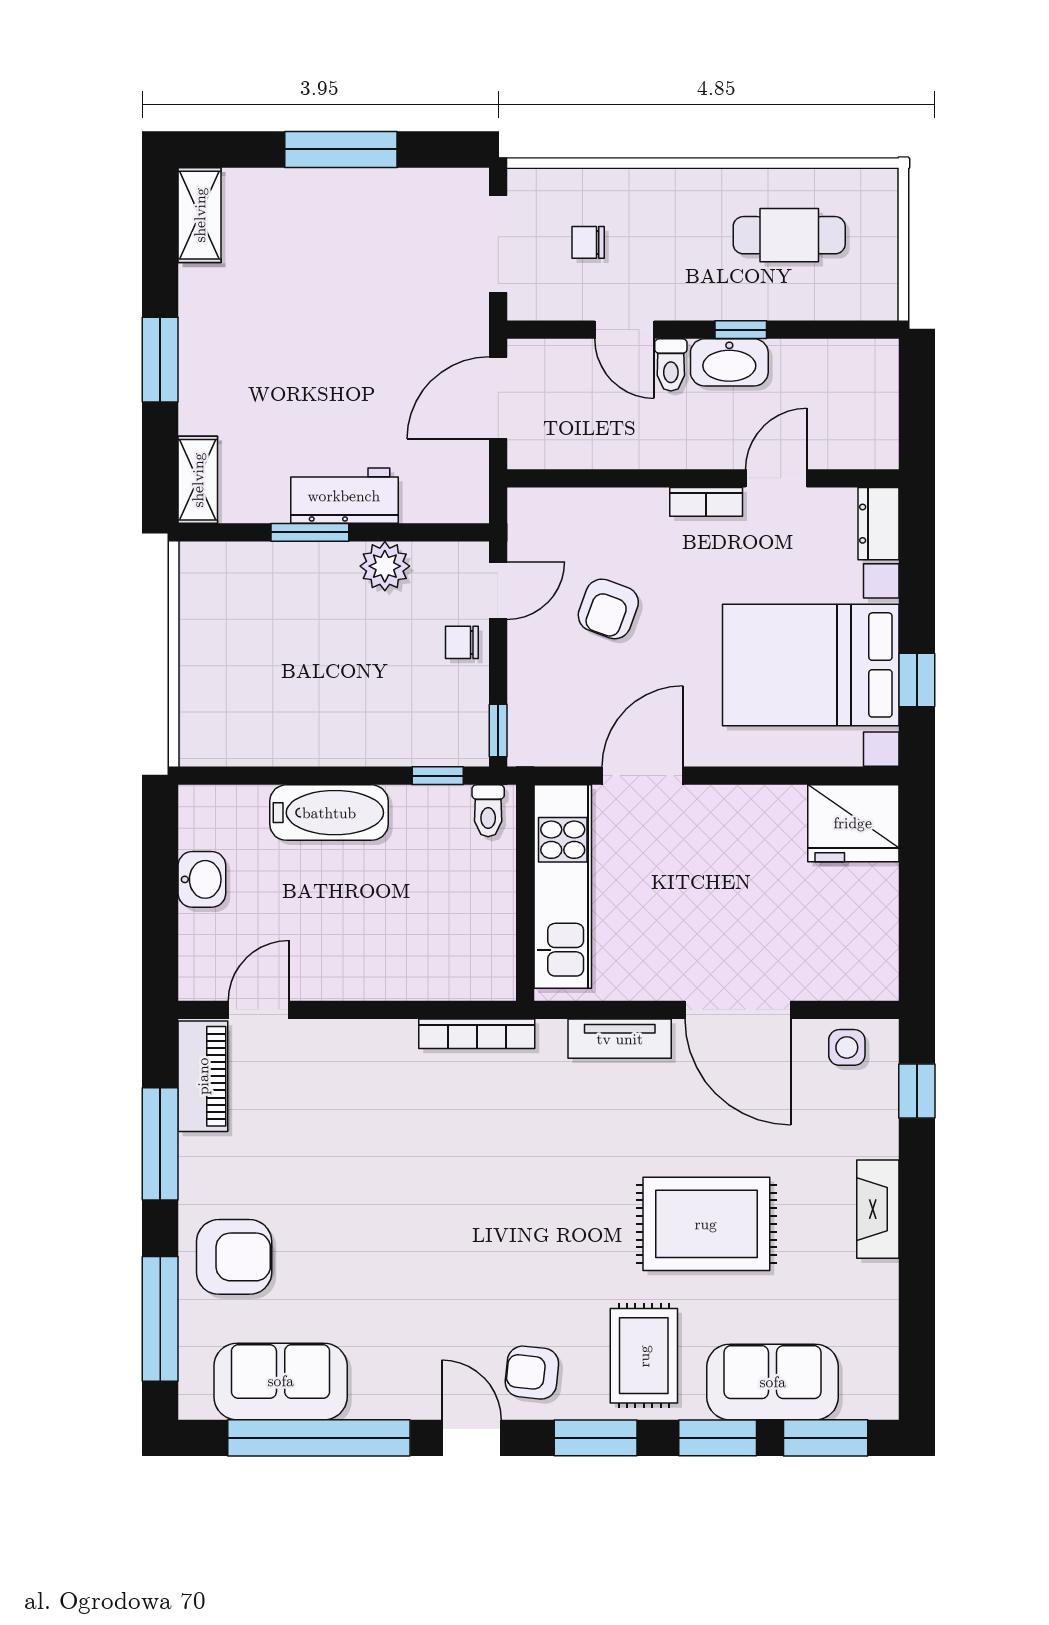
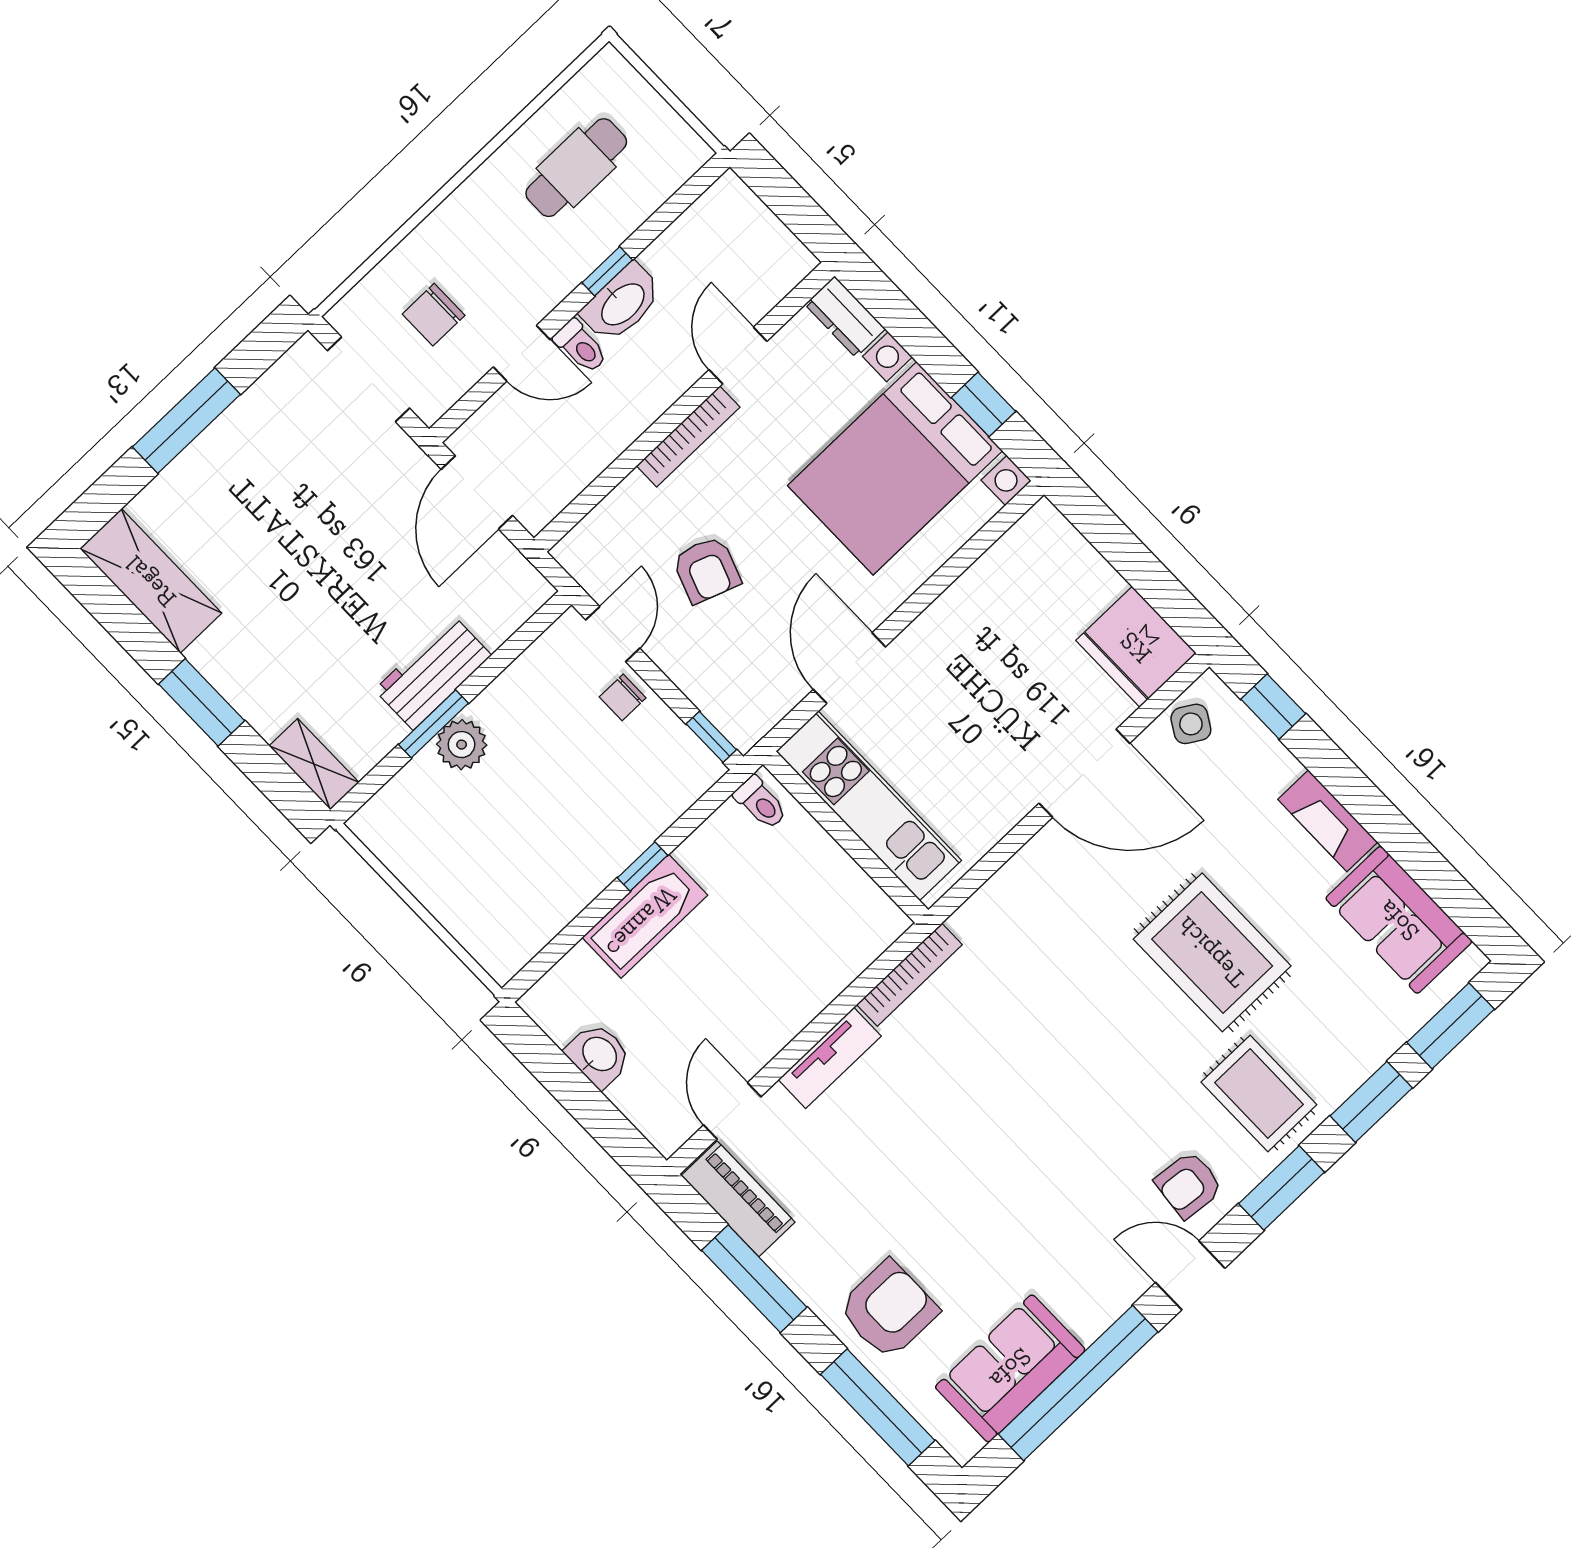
shelving: (200, 215) -> (151, 581), width x1.50, depth x1.33
chair: (588, 242) -> (434, 315), width x1.37, depth x1.37
bookcase: (706, 502) -> (688, 436), width x1.56
plant: (385, 566) -> (462, 745), moved
window: (438, 776) -> (643, 866), moved
fridge: (853, 823) -> (1136, 647), moved, turned 90
tv unit: (620, 1039) -> (830, 1058), moved
side table: (847, 1047) -> (1191, 724), turned 31
rug: (706, 1224) -> (1212, 952), turned 90
sofa: (773, 1382) -> (1399, 920), moved, turned -90

